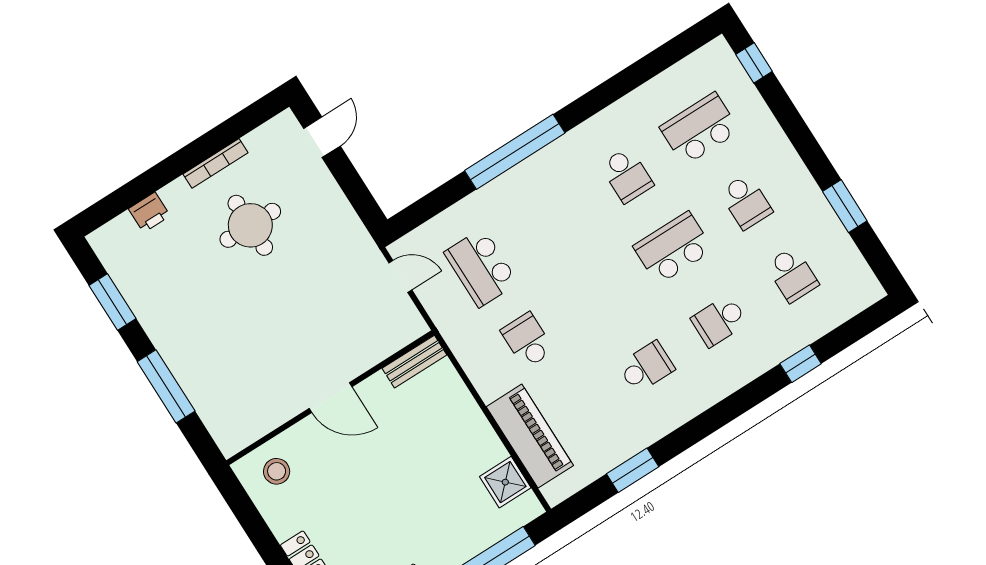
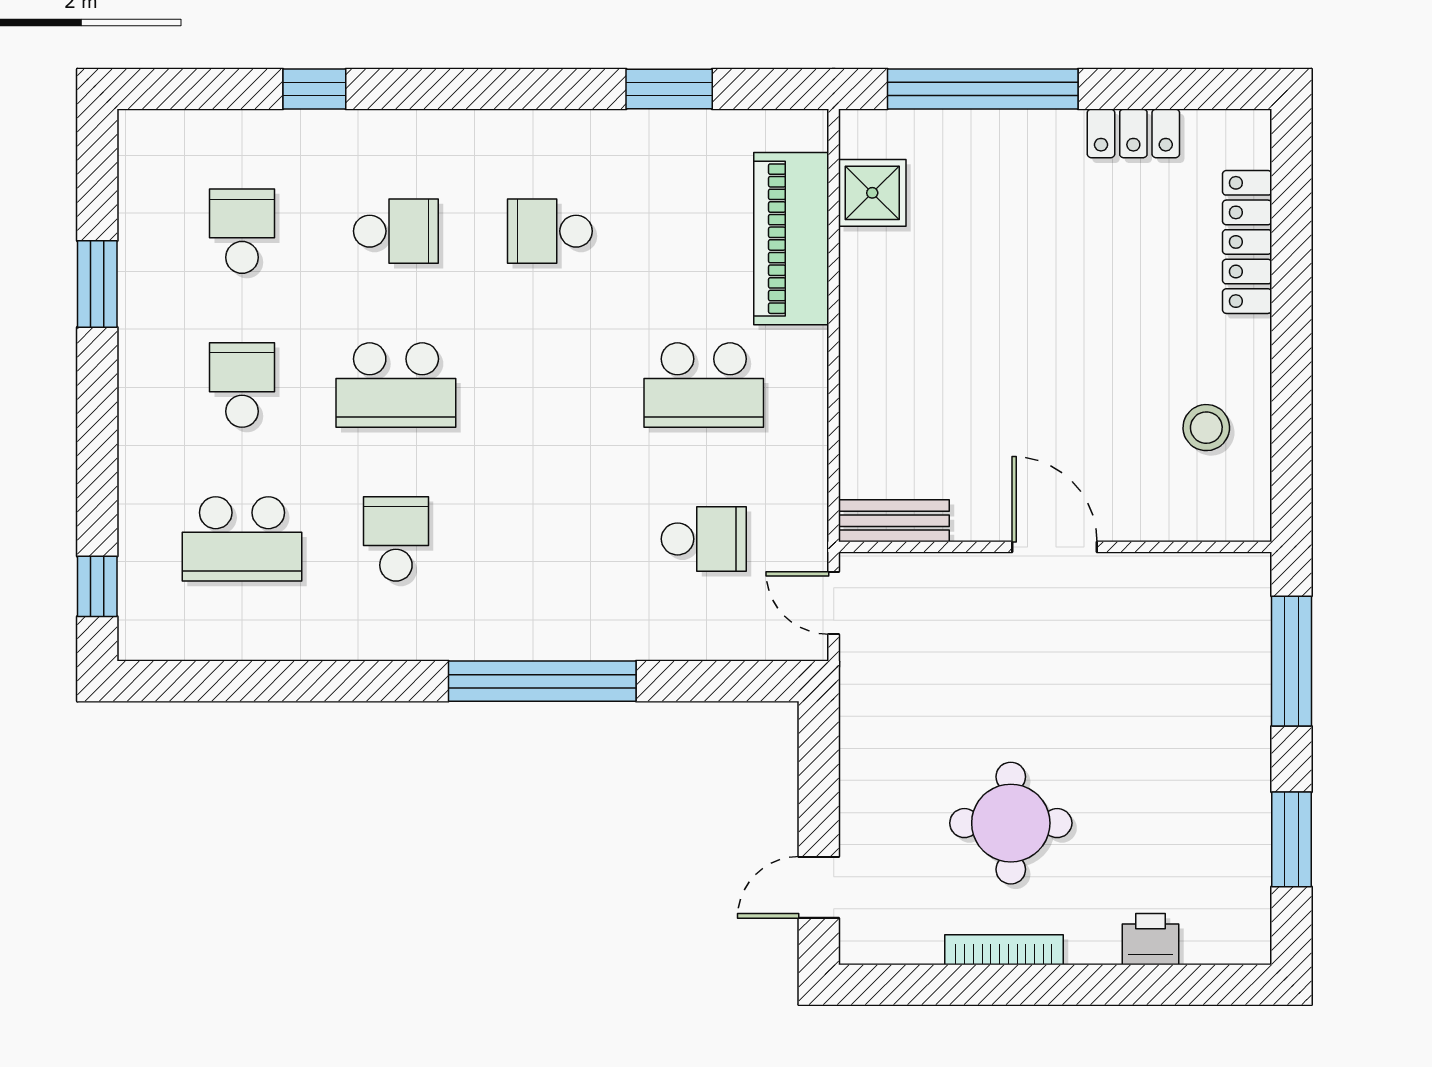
school desk: (481, 268) -> (704, 539), width x0.54
school desk: (527, 340) -> (704, 385), width x1.85
bench: (414, 362) -> (894, 521), moved
wall: (330, 398) -> (1055, 547), moved
door: (331, 398) -> (1055, 547), moved

